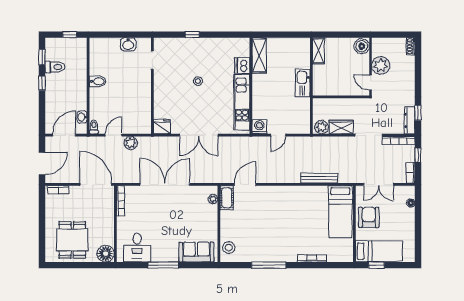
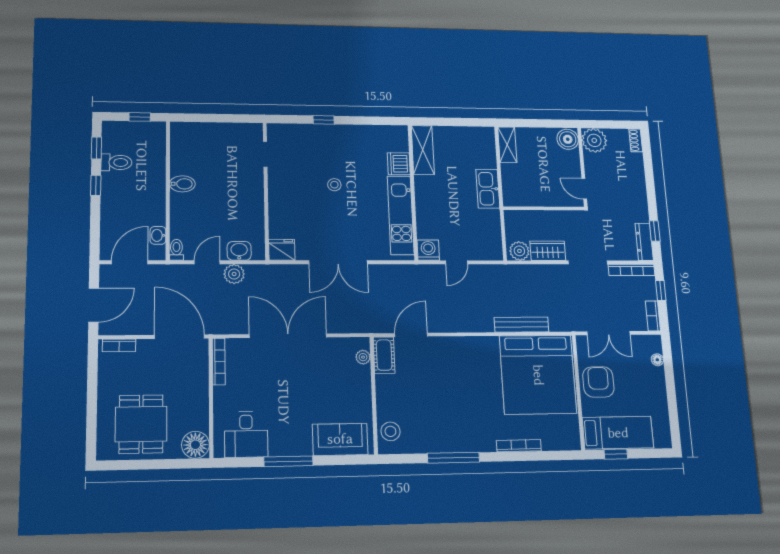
washbasin: (128, 44) -> (239, 251), moved, turned 180
plant: (381, 65) -> (594, 140), moved
bed: (340, 212) -> (538, 375), width x2.04

